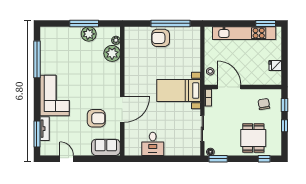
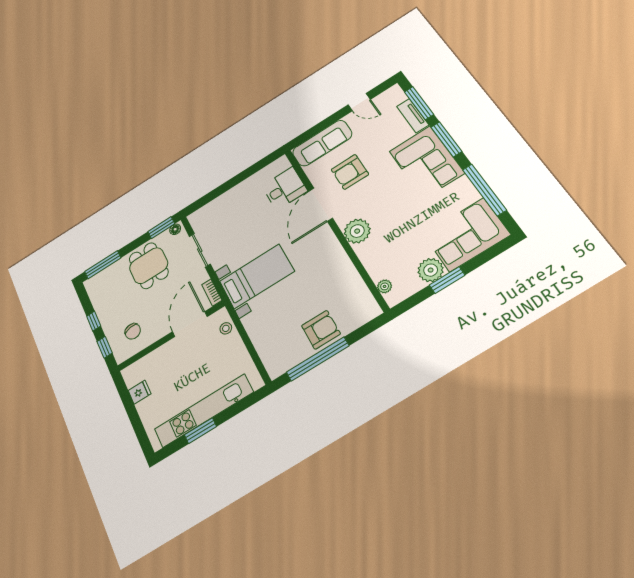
window: (84, 23) -> (447, 280), width x0.69
window: (266, 23) -> (200, 431), moved
corner sofa: (60, 41) -> (467, 235), added
plant: (112, 53) -> (357, 231), moved
door: (229, 87) -> (190, 324), swing flipped
window: (37, 102) -> (446, 139), added
dining table: (253, 138) -> (149, 266), moved
desk: (153, 144) -> (285, 188), moved, turned 90
sofa: (106, 147) -> (322, 143), width x1.36
window: (264, 159) -> (103, 265), width x2.17

